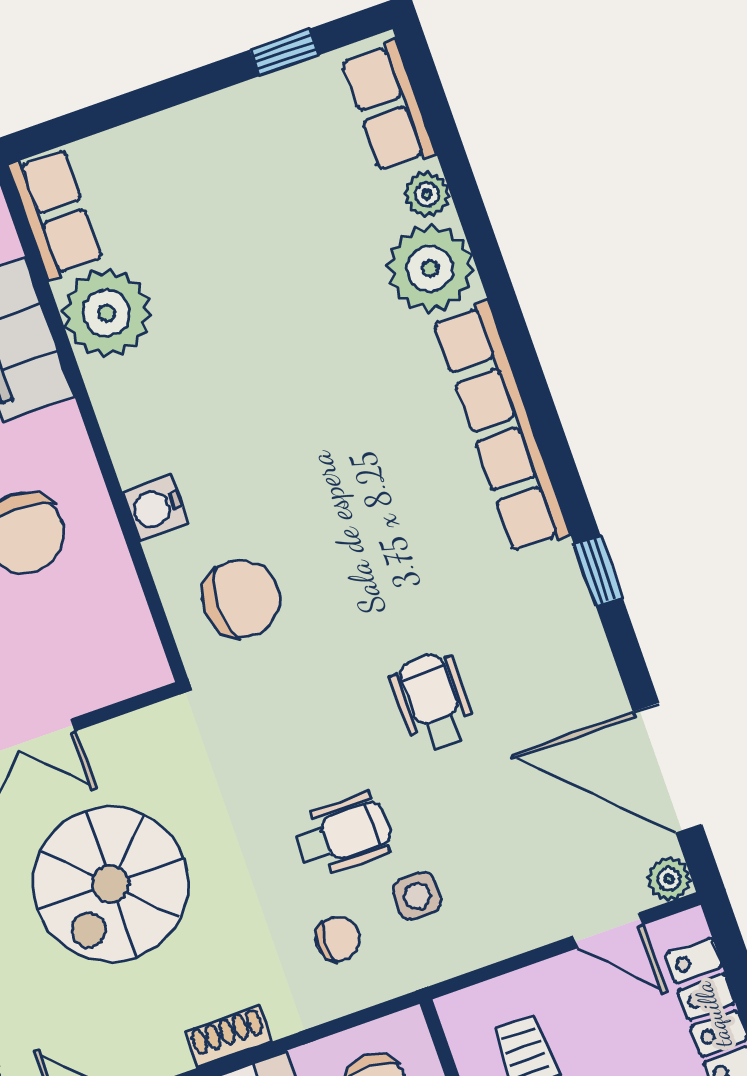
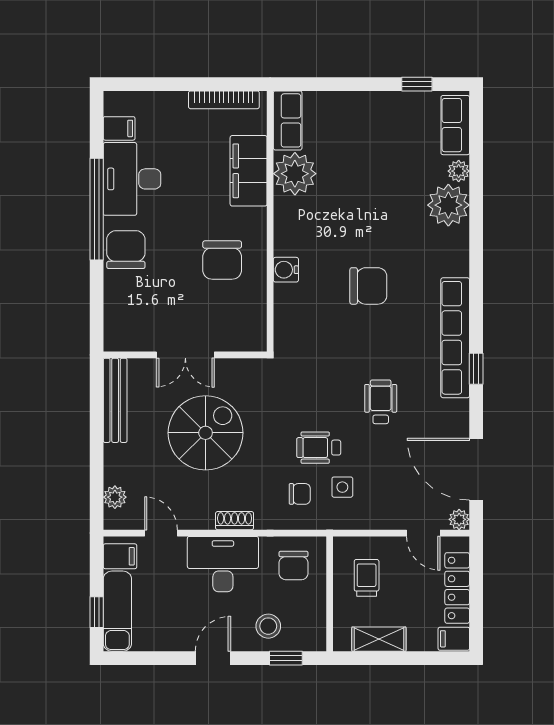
row of seats: (501, 427) -> (455, 338), moved
chair: (241, 599) -> (368, 286), moved
wheelchair: (343, 835) -> (319, 448), turned 180
spiral stairs: (111, 884) -> (206, 433), turned 180

